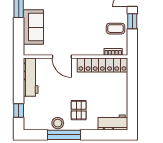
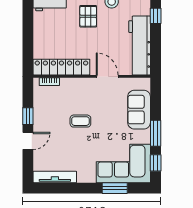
coffee table: (116, 29) -> (80, 121), moved
workbench: (31, 77) -> (140, 46), width x1.36, depth x1.32

